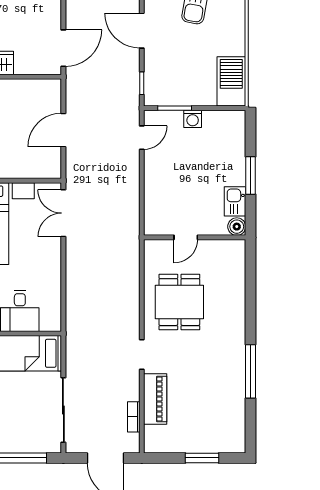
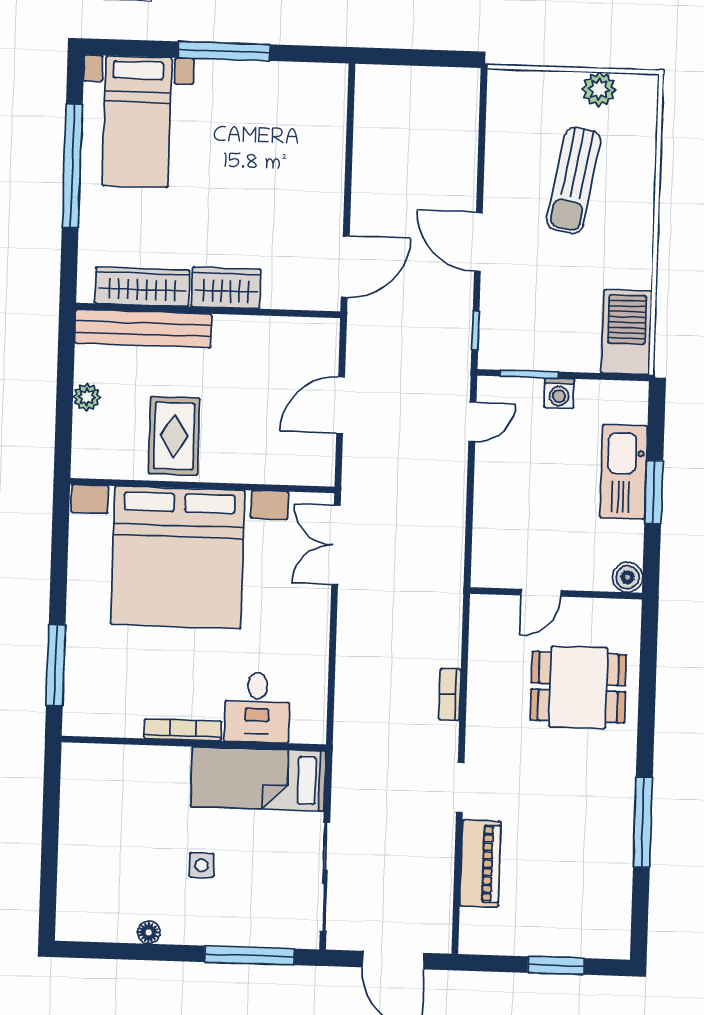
kitchen sink: (235, 201) -> (624, 472), moved, width x1.87, depth x1.24
dining table: (179, 302) -> (578, 687), moved, turned 90
bookcase: (134, 417) -> (450, 694), moved

